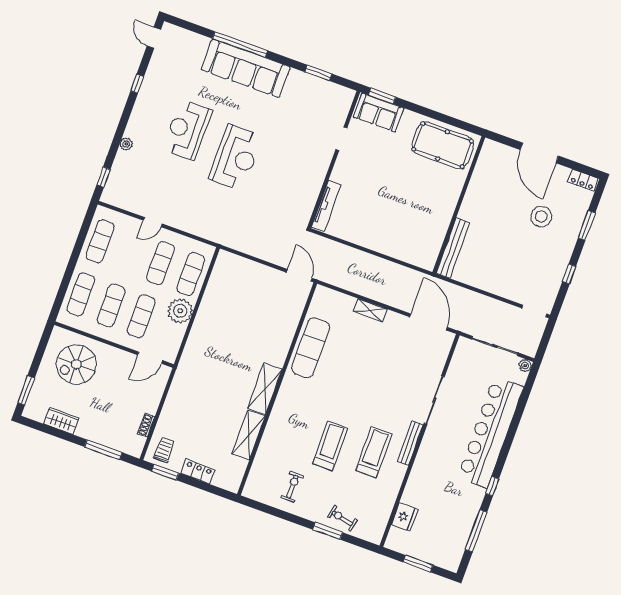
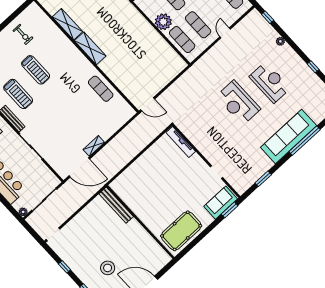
shelving: (370, 310) -> (94, 146), moved
exercise mat: (311, 348) -> (101, 89), width x0.73, depth x0.69

